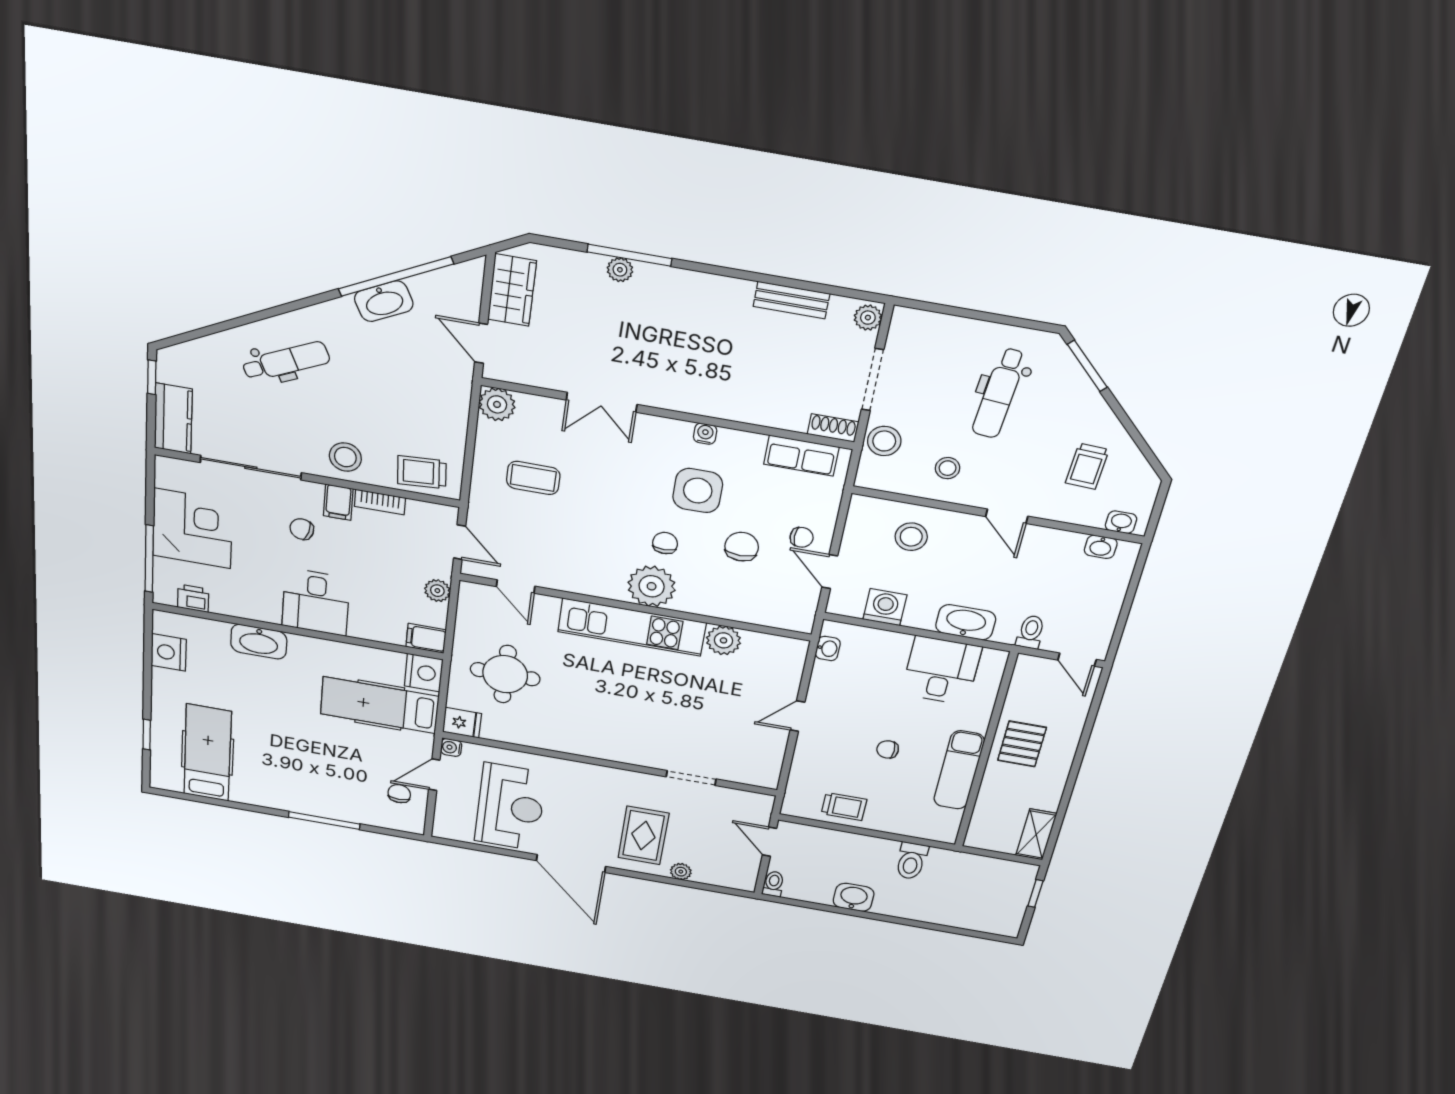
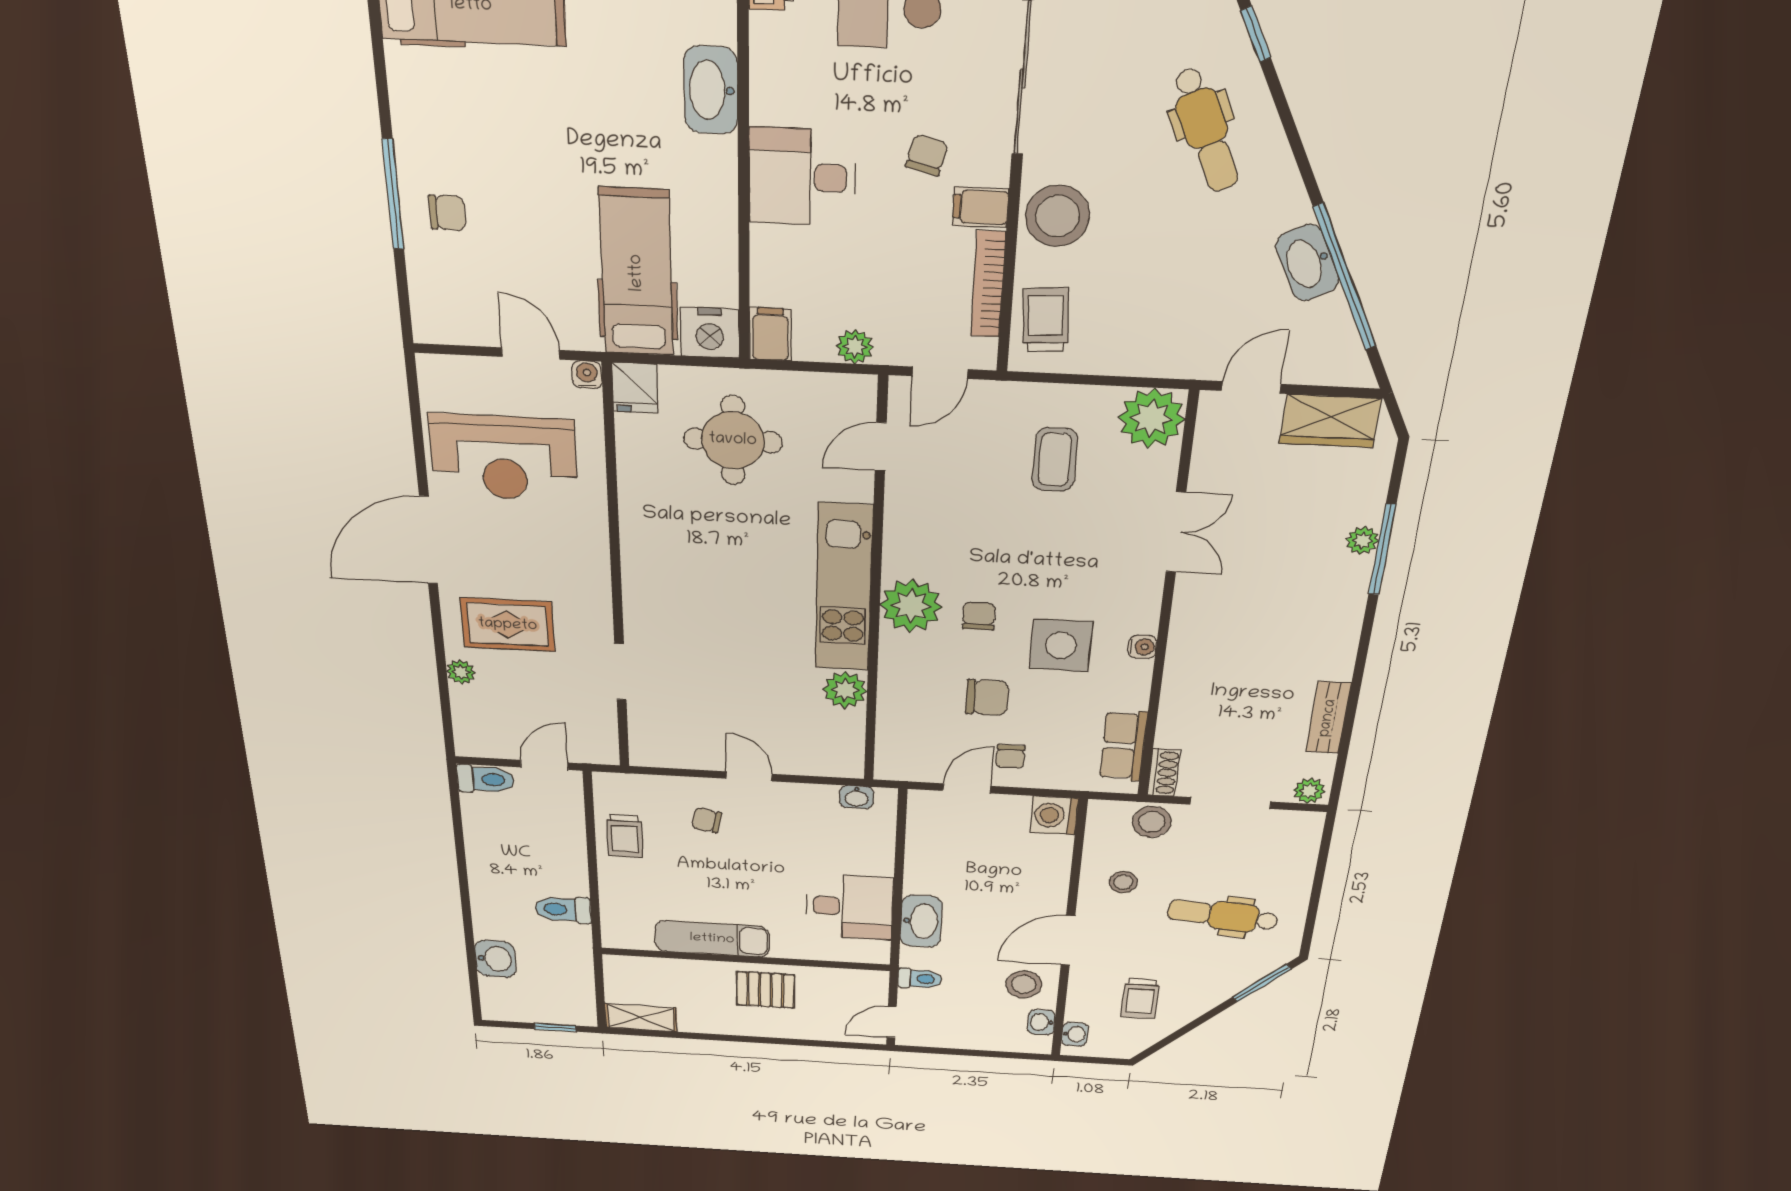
window: (221, 327) -> (1256, 34), added
double door: (602, 402) -> (1176, 532), swing flipped
plant: (497, 404) -> (1152, 418), width x1.36, depth x1.36
stool: (345, 457) -> (1057, 216), width x1.38, depth x1.38
trolley: (1087, 466) -> (1140, 998), turned -93
bookcase: (380, 502) -> (988, 284), width x1.56
door: (1007, 516) -> (1068, 940), width x1.38
stool: (911, 537) -> (1024, 984), moved
chair: (665, 543) -> (979, 616), turned -90
washing machine: (885, 607) -> (1054, 815), moved, turned 180
chair: (888, 749) -> (707, 820), moved, turned -78
chair: (399, 794) -> (447, 213), moved
toilet: (773, 884) -> (486, 779), width x1.37, depth x1.39
washbasin: (854, 897) -> (495, 959), moved

